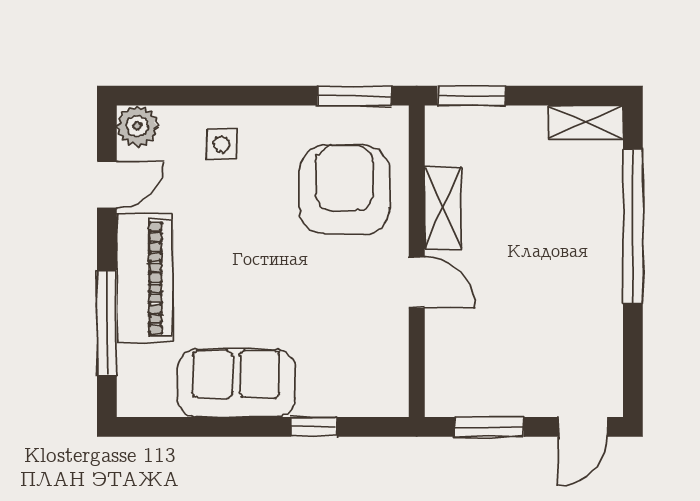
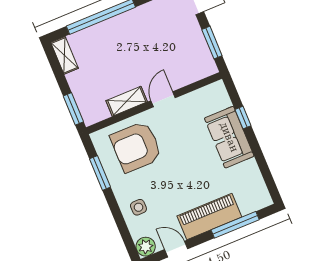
window: (354, 96) -> (100, 173), moved
sofa: (236, 383) -> (229, 137), moved

